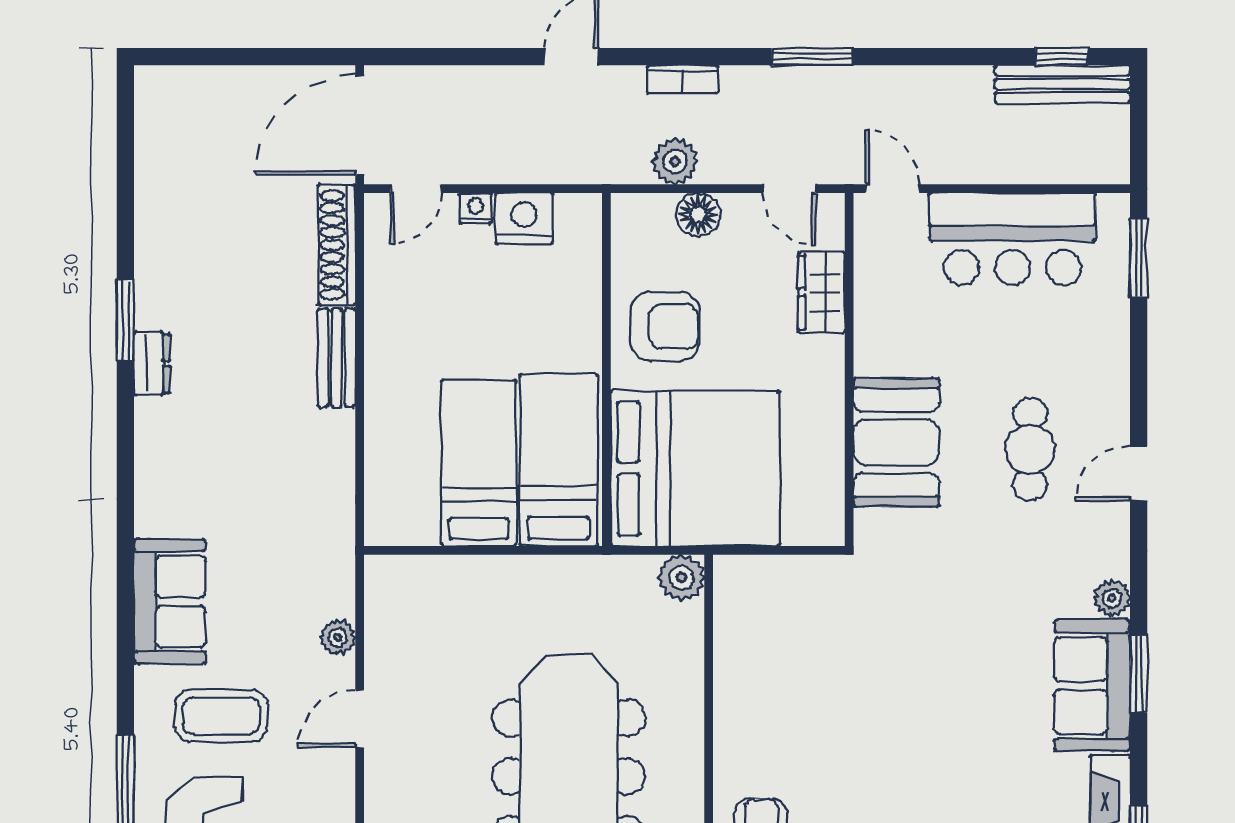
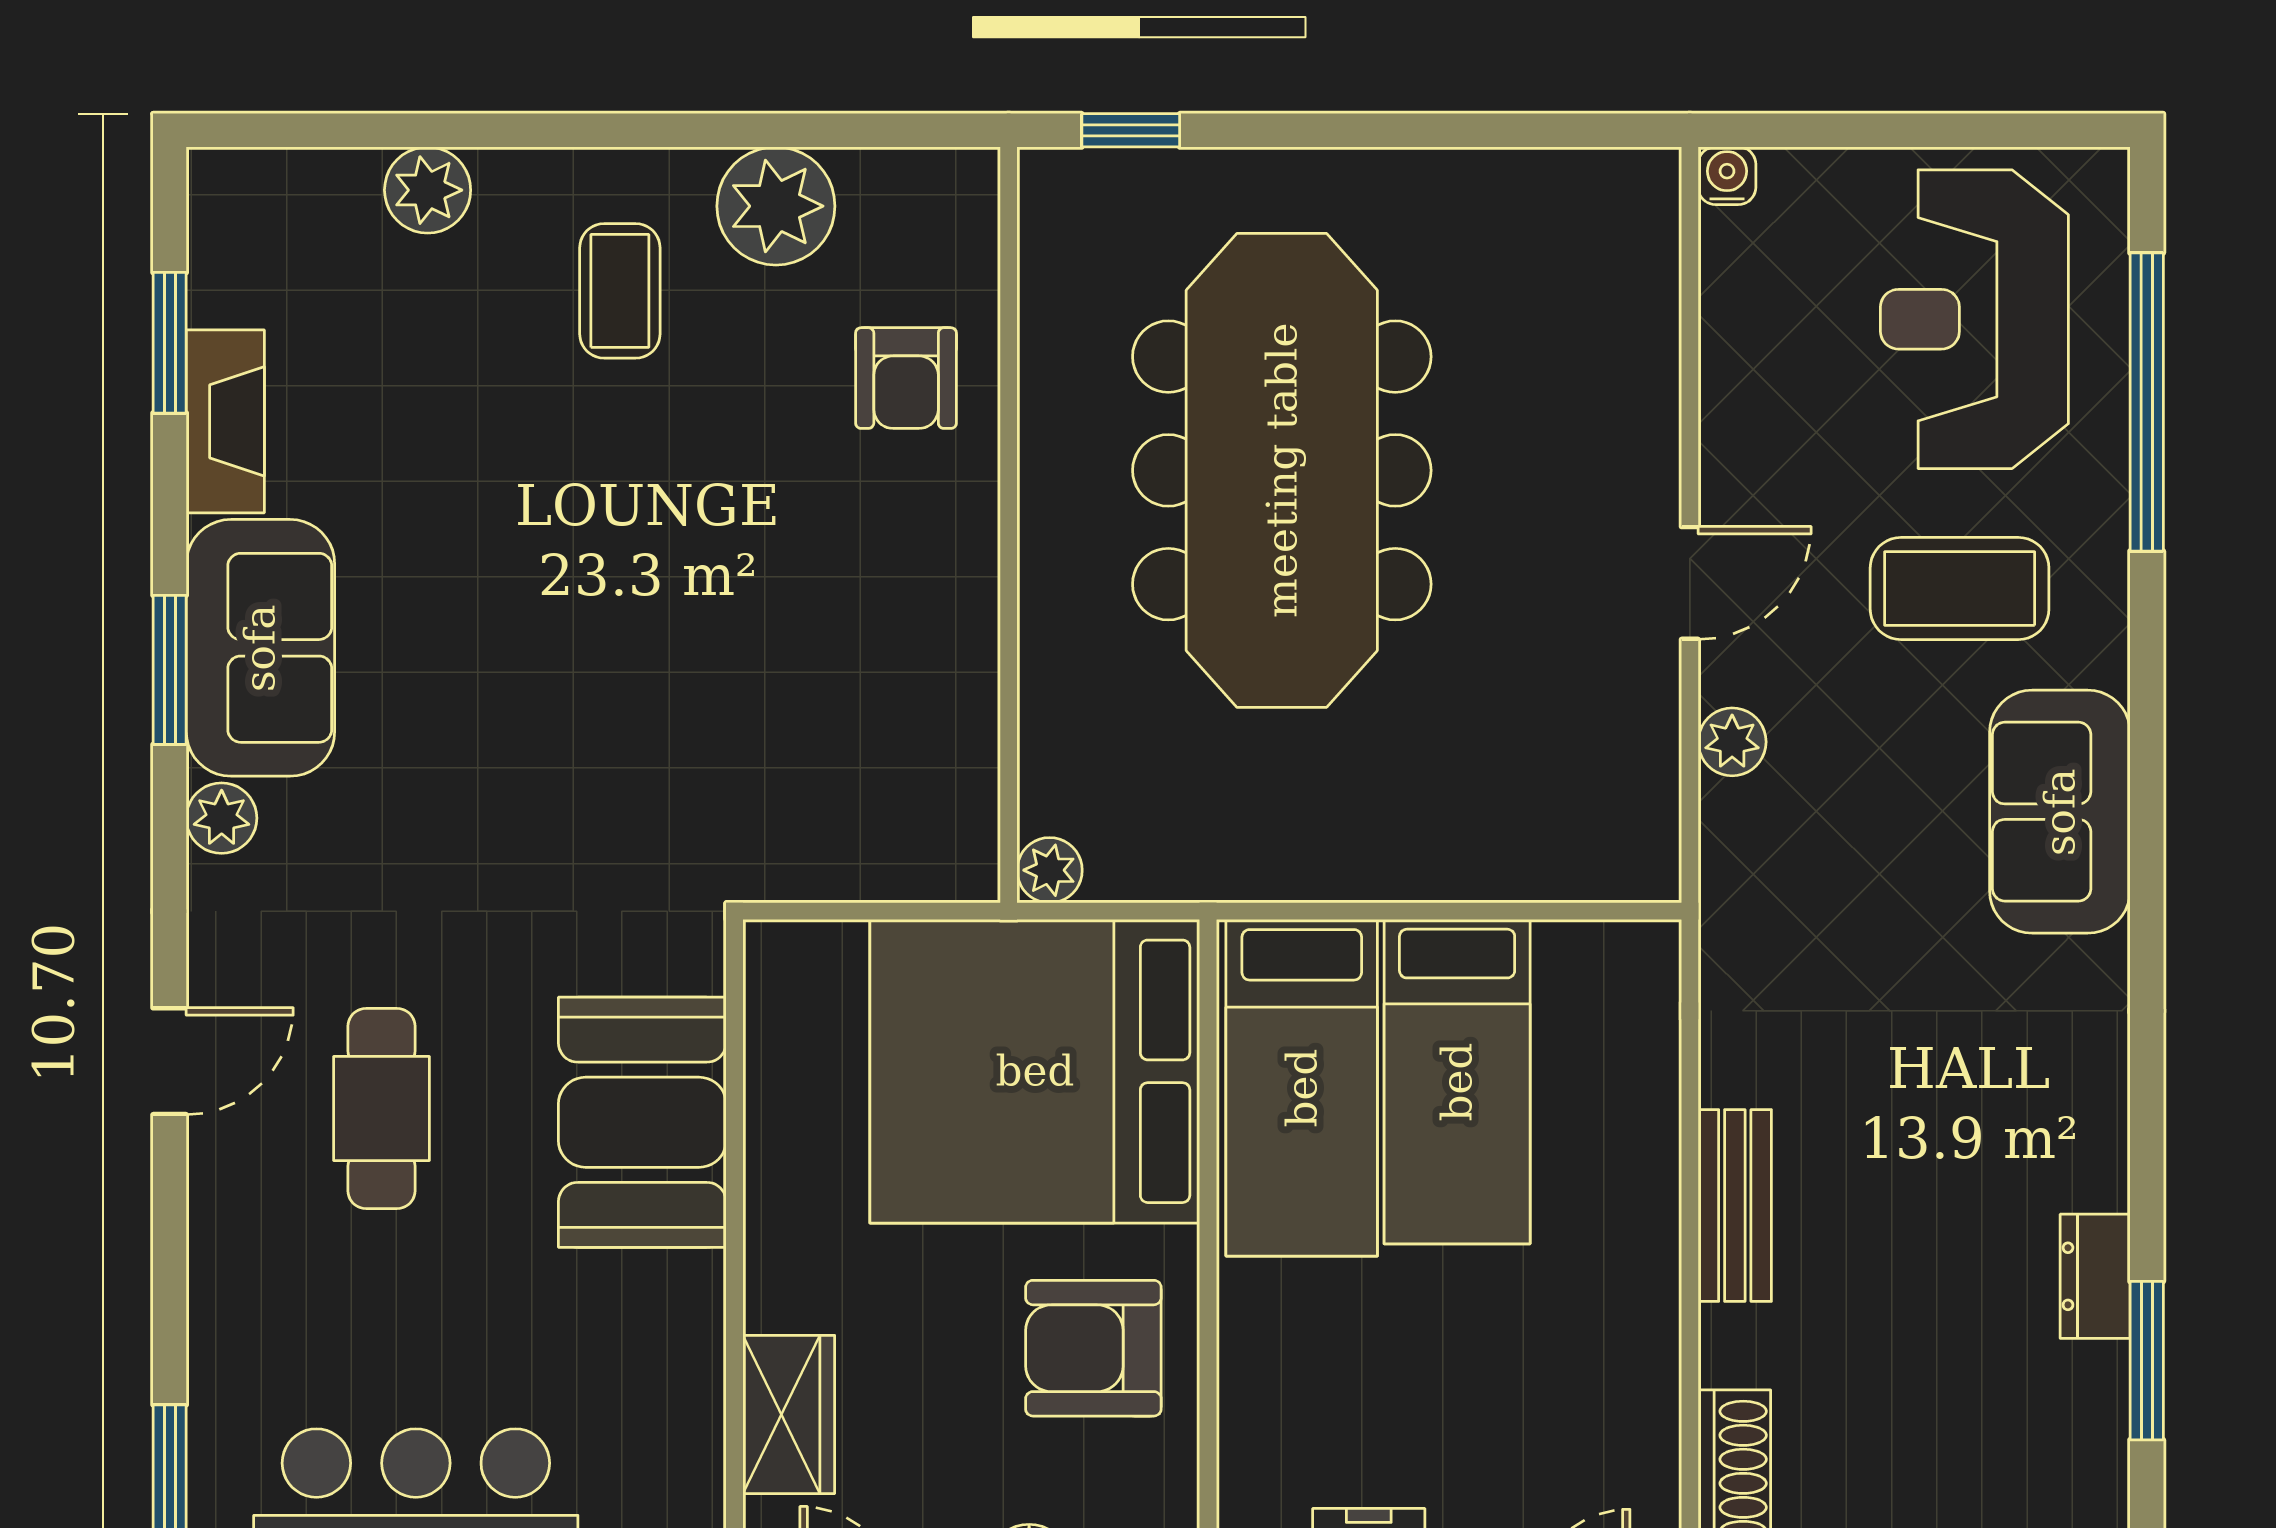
bench: (336, 358) -> (1735, 1206), moved
plant: (681, 578) -> (1050, 870), width x0.73, depth x0.73

